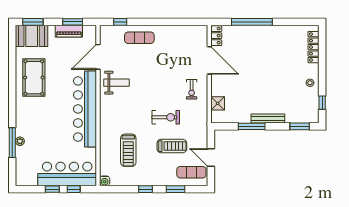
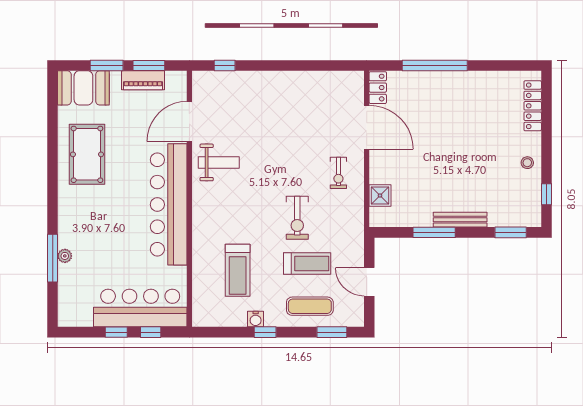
window: (33, 22) -> (107, 65), moved
exercise mat: (139, 38) -> (255, 91), removed
exercise bike: (166, 117) -> (297, 218), turned 90
exercise mat: (191, 172) -> (310, 306), moved
water cooler: (105, 181) -> (256, 319), moved
window: (175, 189) -> (332, 332), moved

